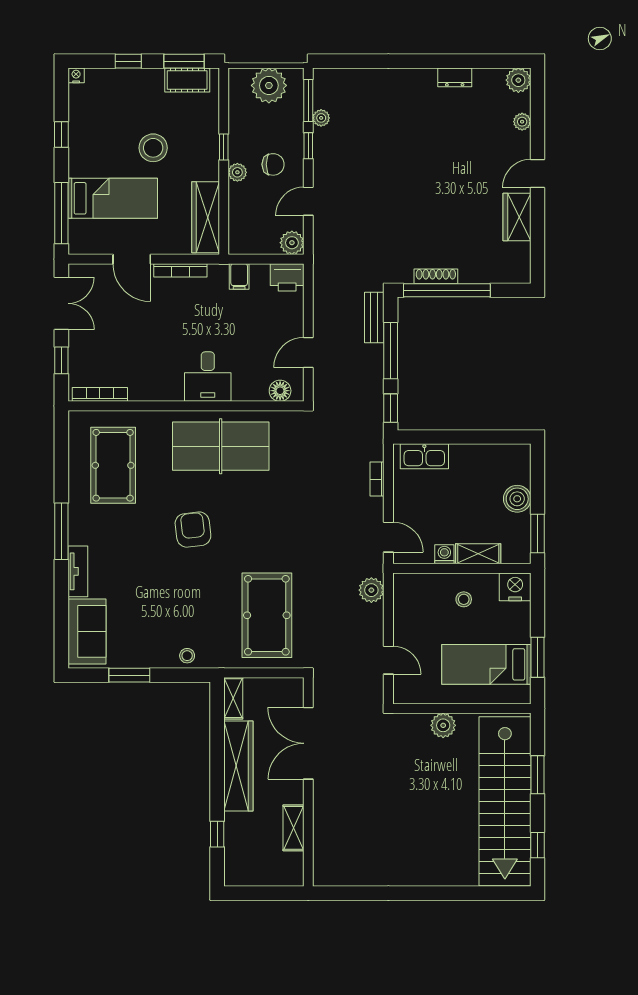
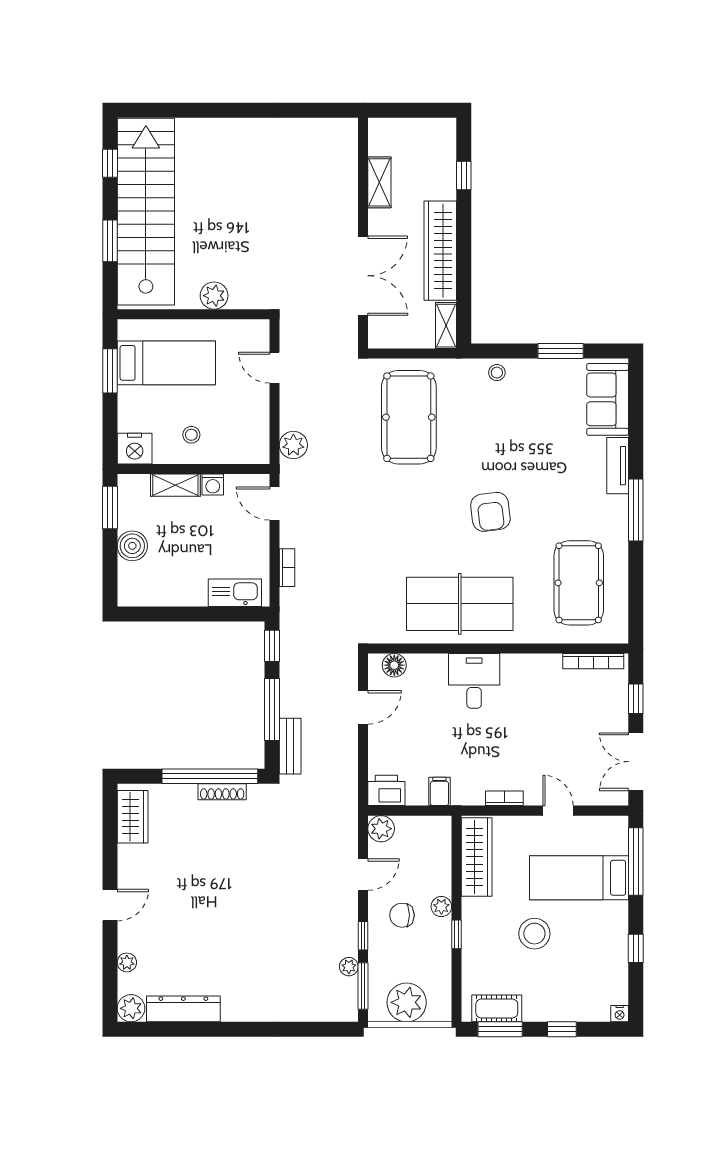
dresser: (455, 77) -> (183, 1009), width x1.96, depth x1.24
wardrobe: (517, 217) -> (133, 817), moved
door: (132, 259) -> (558, 811), width x0.73
bookcase: (180, 270) -> (504, 798), width x0.64

